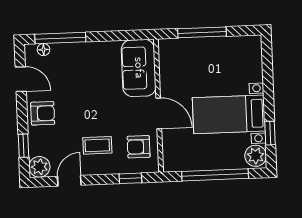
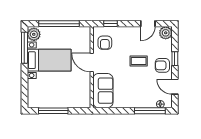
window: (202, 32) -> (53, 111), moved
window: (270, 133) -> (24, 48), width x2.17
coffee table: (97, 145) -> (139, 61), moved
window: (23, 146) -> (175, 59), moved
armchair: (139, 147) -> (105, 43), turned 90

